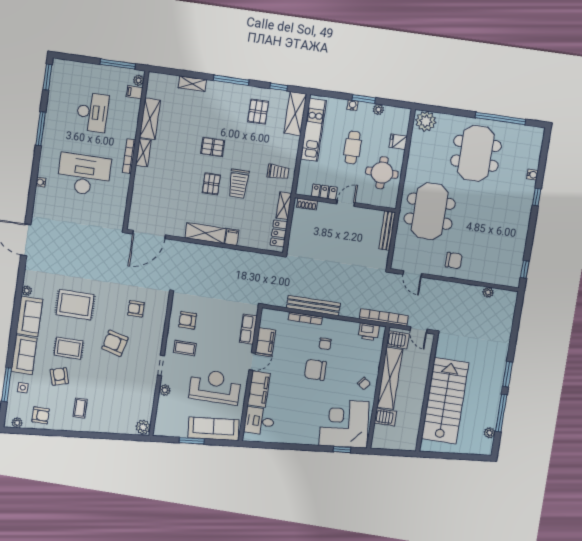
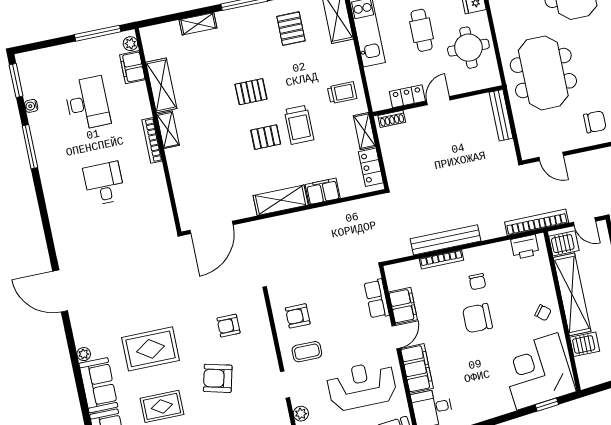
filing cabinet: (135, 92) -> (132, 67), width x2.00
desk: (84, 175) -> (104, 183), width x0.53, depth x0.77
water cooler: (41, 182) -> (31, 106), moved
pallet: (211, 184) -> (266, 137), turned 90
filing cabinet: (232, 237) -> (323, 191), width x2.00

